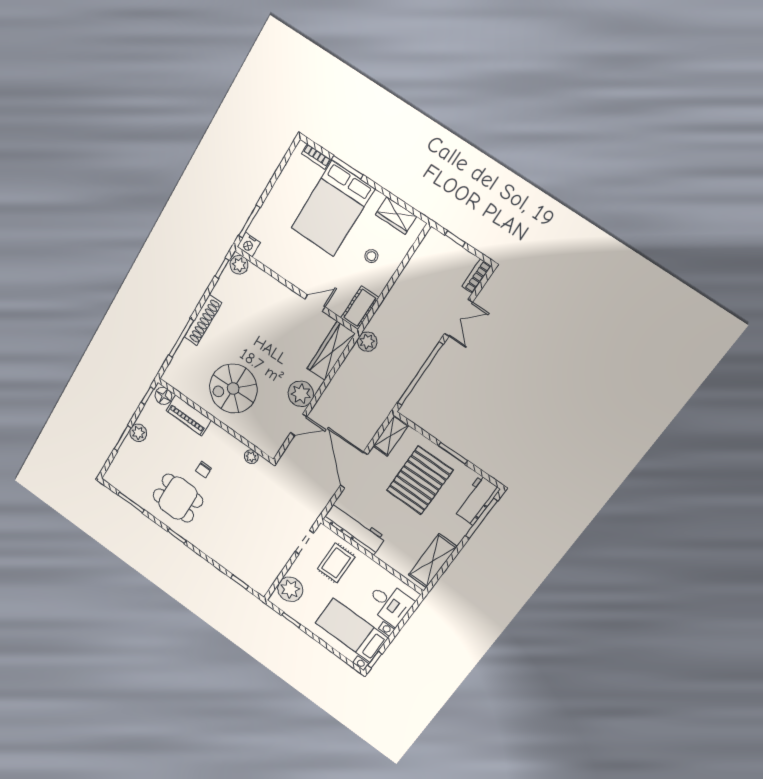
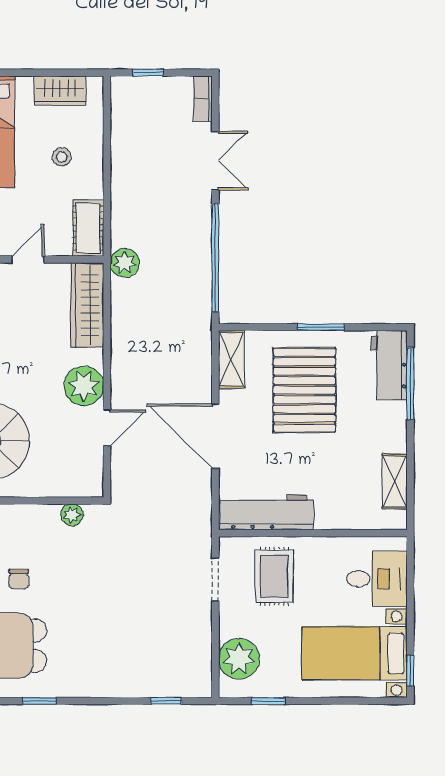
shelving: (433, 561) -> (395, 481), width x0.67, depth x0.75

